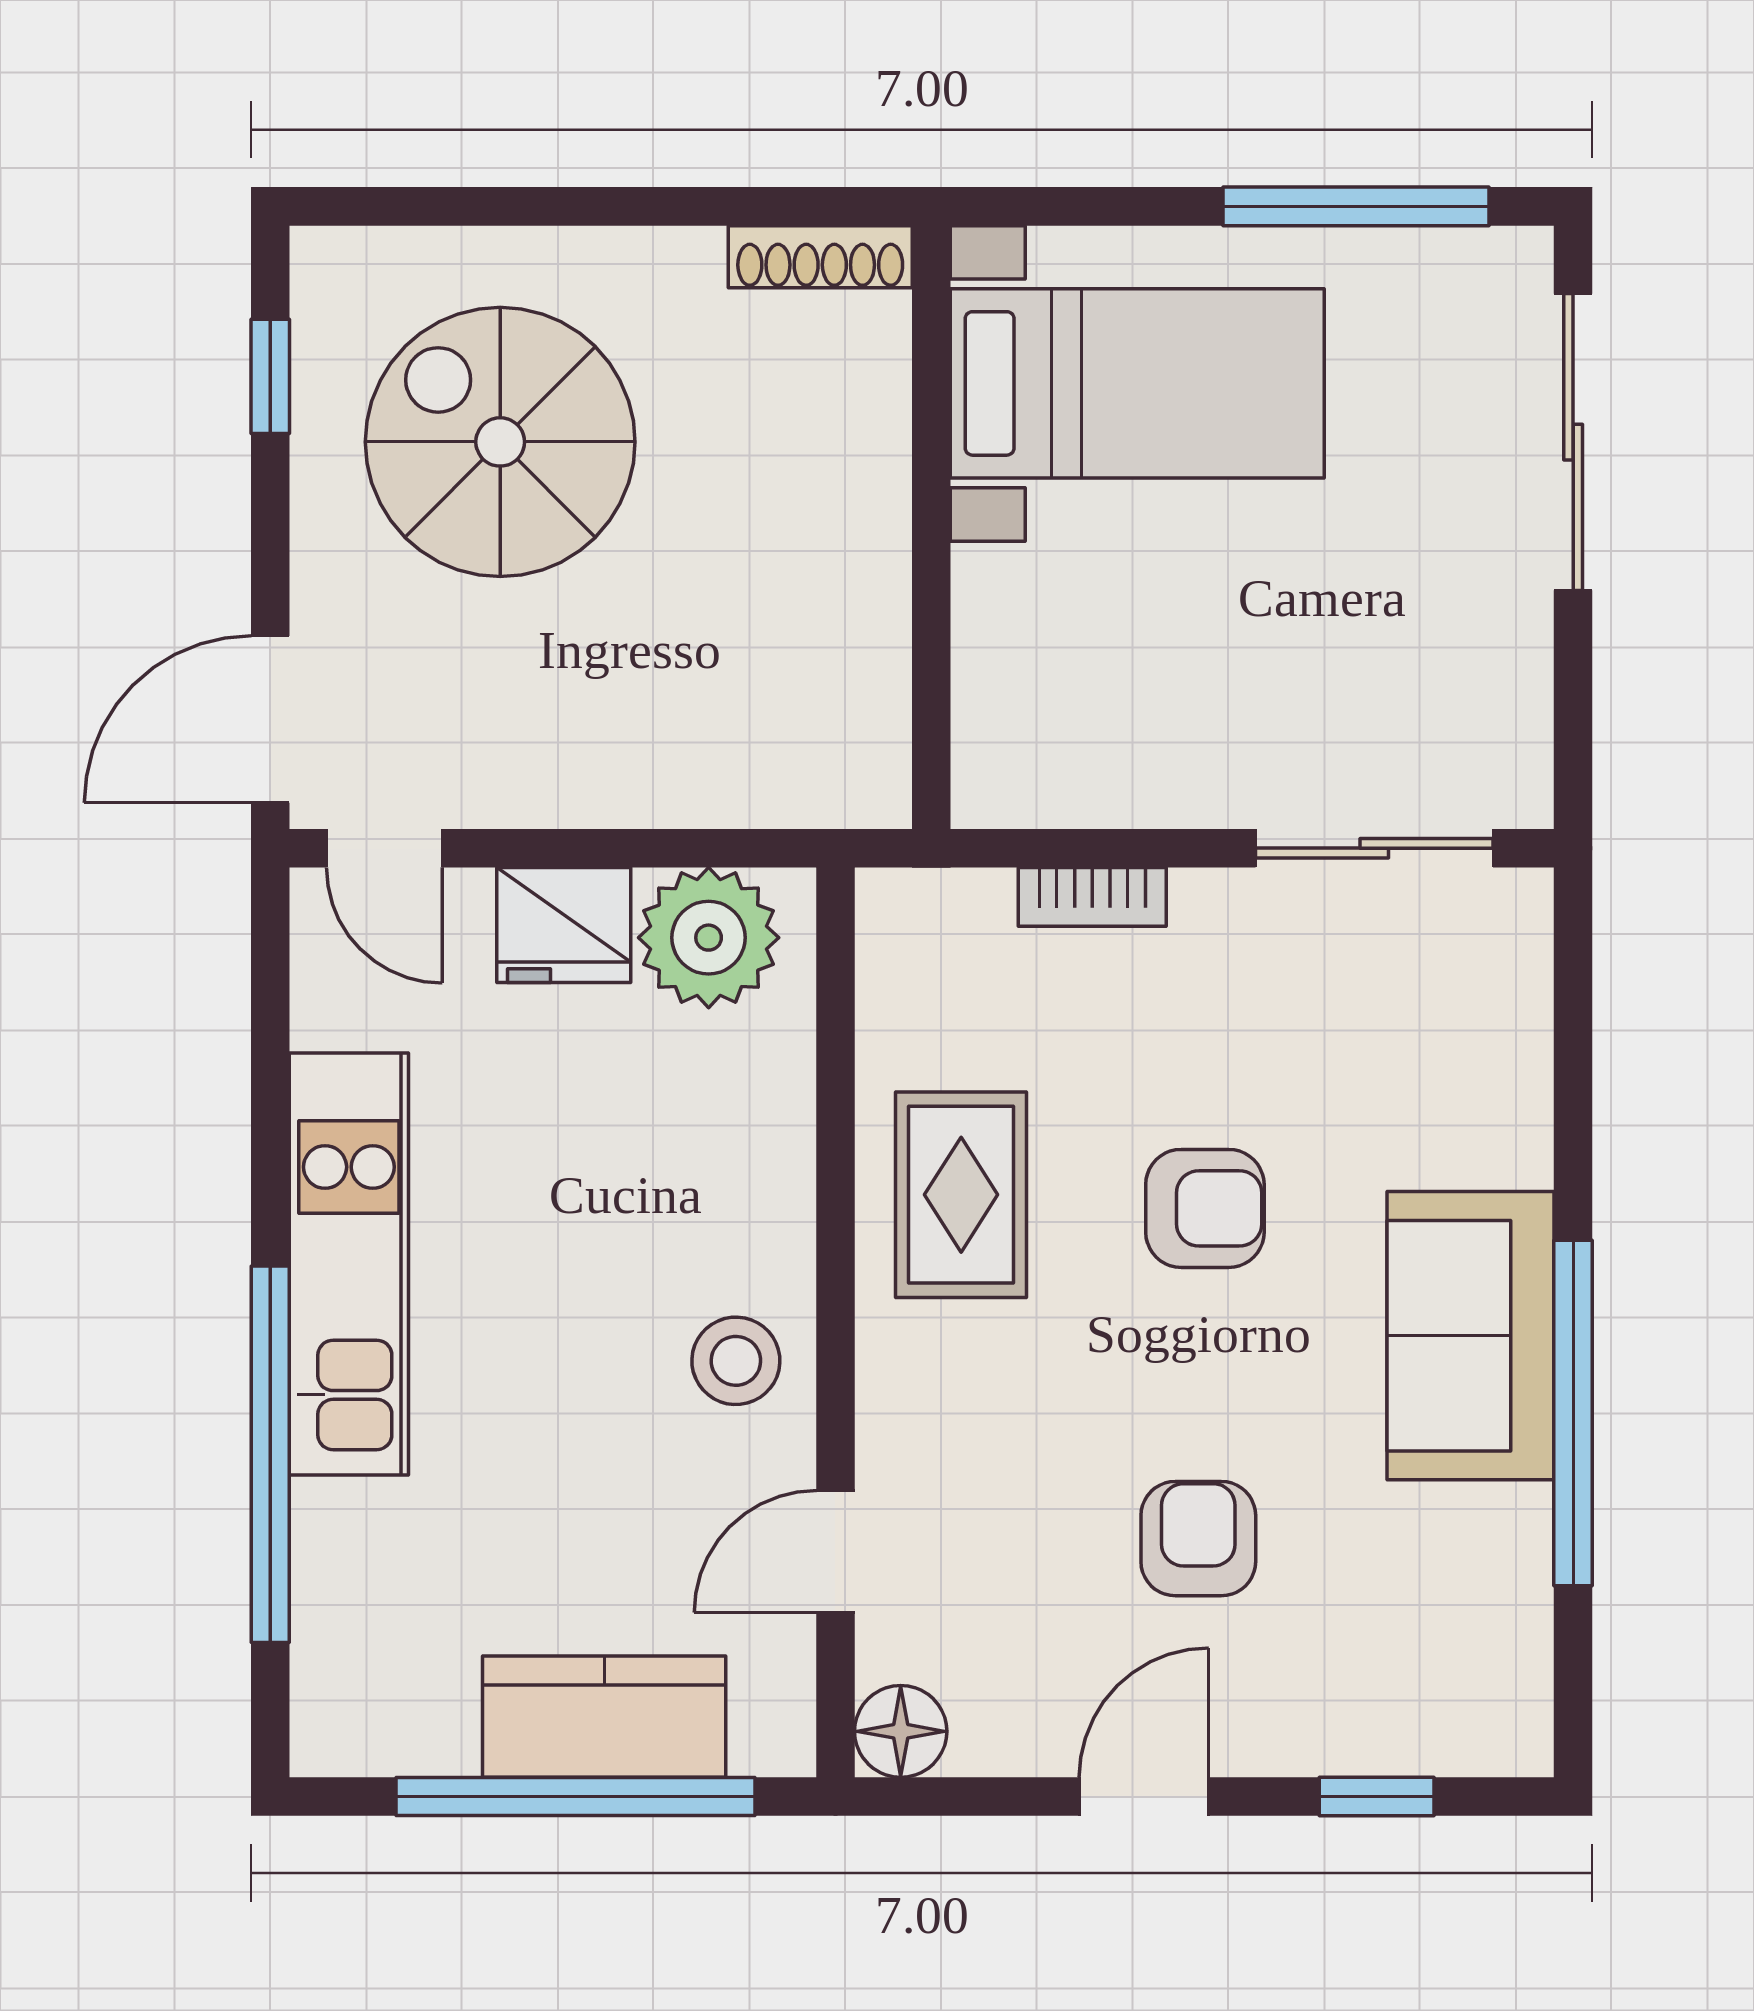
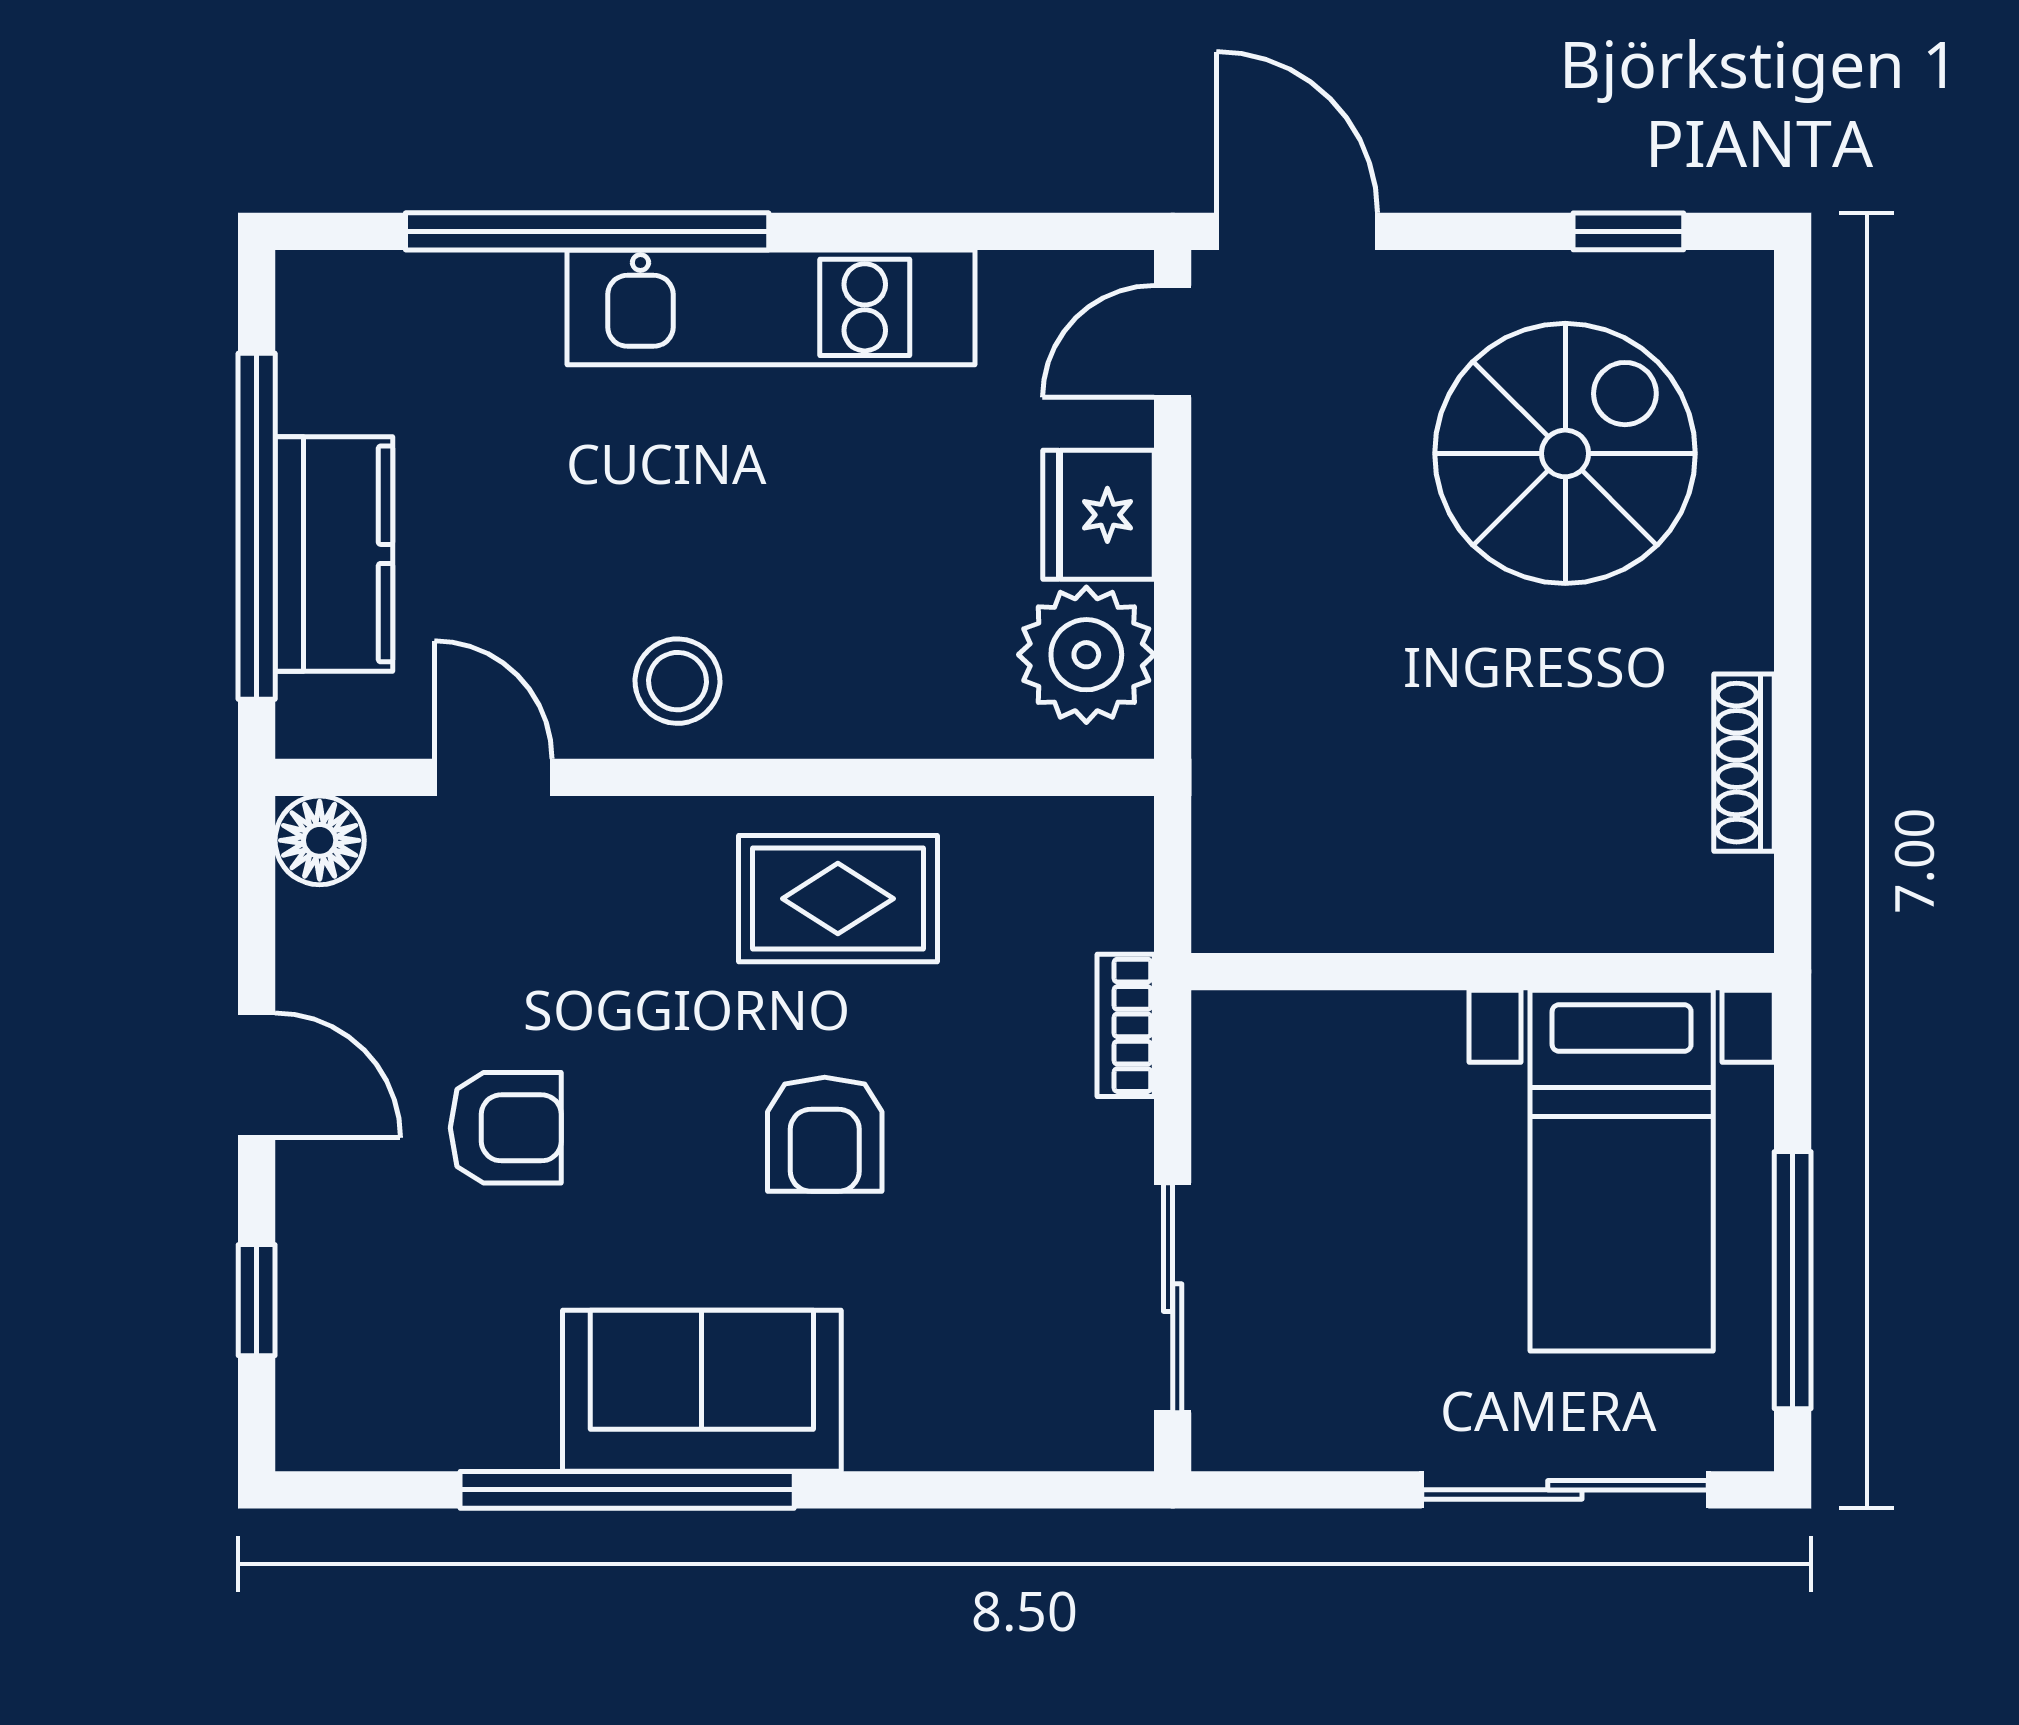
bed with nightstands: (1137, 383) -> (1622, 1171), moved
wall: (931, 527) -> (1483, 972), moved

